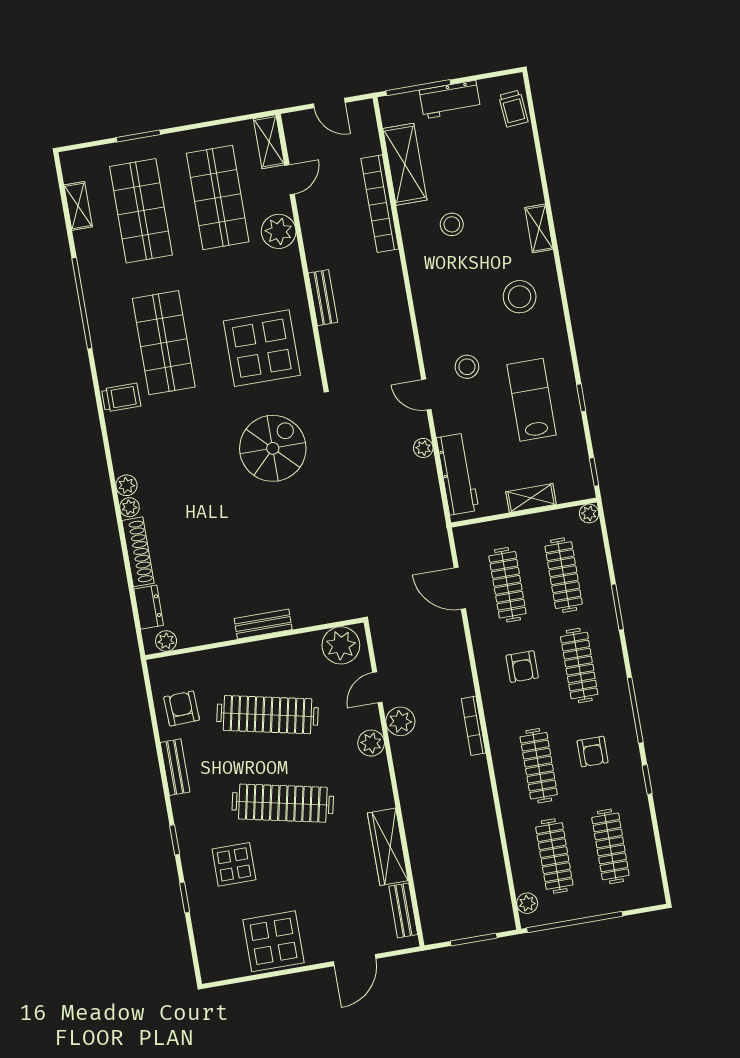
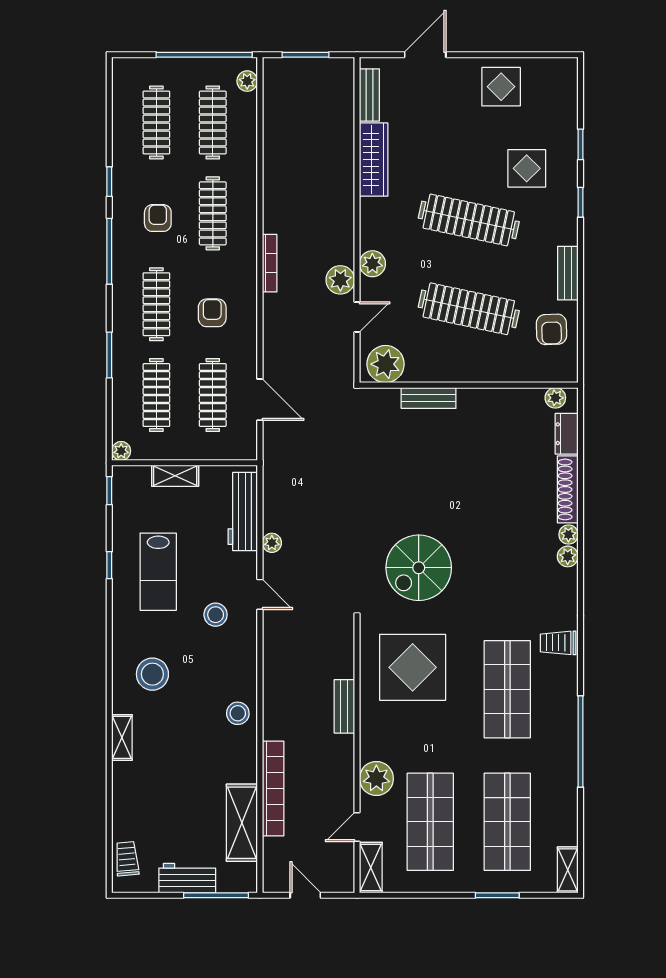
shelving: (78, 206) -> (568, 870), moved
stool: (452, 224) -> (238, 713), moved
bench: (263, 624) -> (429, 398), moved
display table: (274, 941) -> (501, 87), width x0.73, depth x0.73

